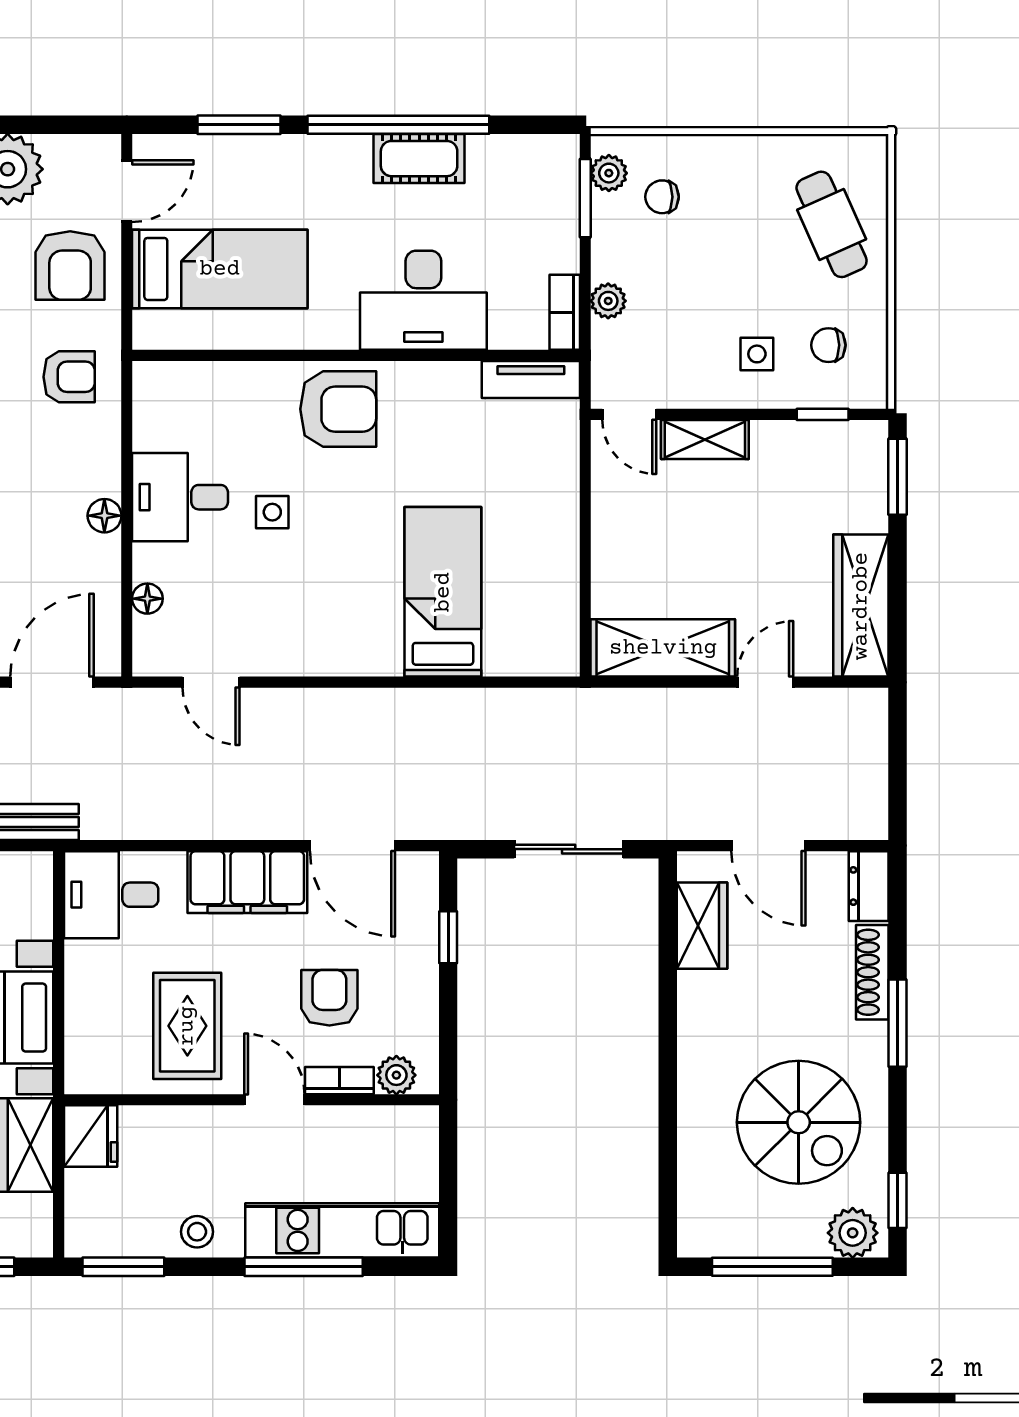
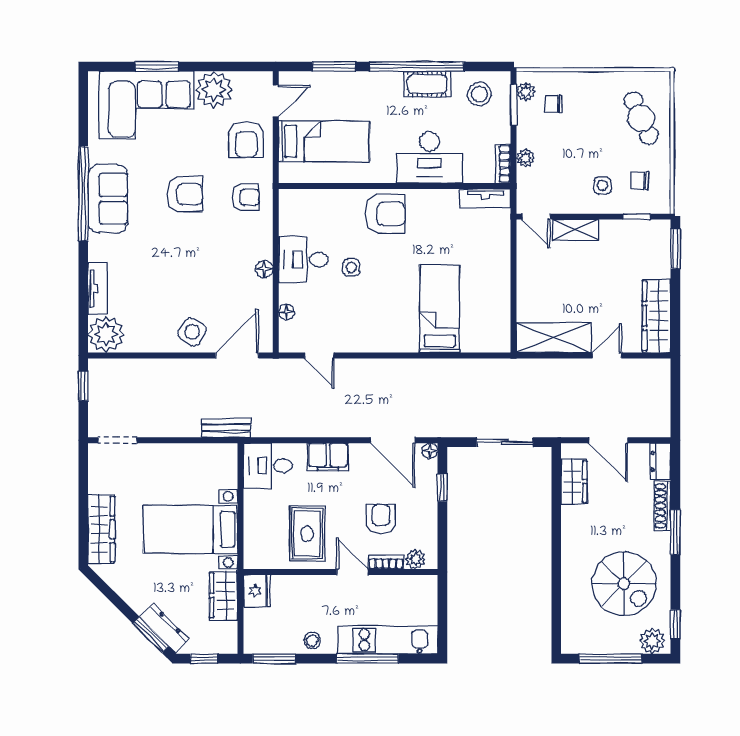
stool: (520, 178) -> (479, 94), added
floor lamp: (424, 866) -> (430, 451), added
filing cabinet: (247, 882) -> (328, 457), width x0.67, depth x0.86

